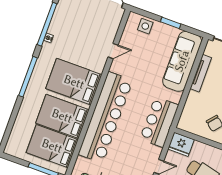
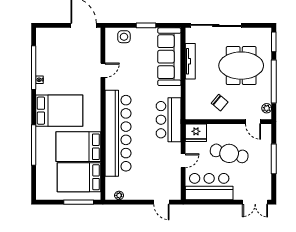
window: (28, 77) -> (34, 145), moved
bed: (74, 82) -> (59, 111), moved, turned 180

